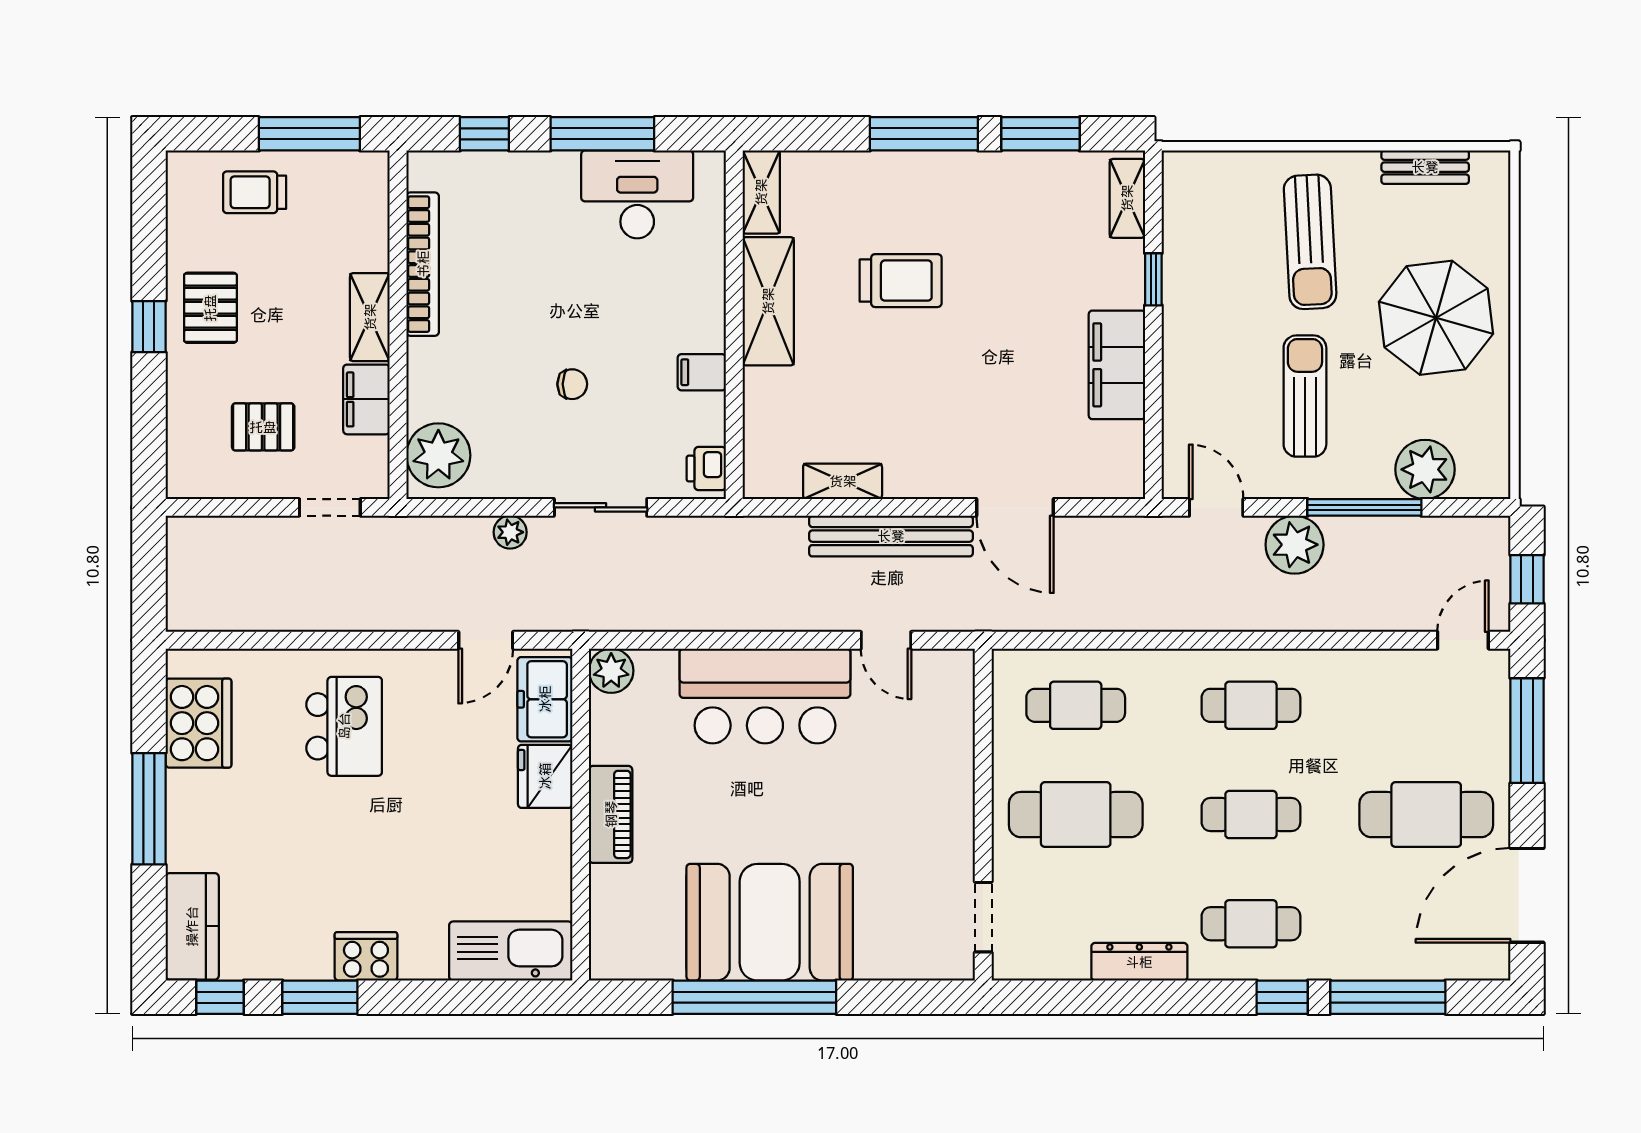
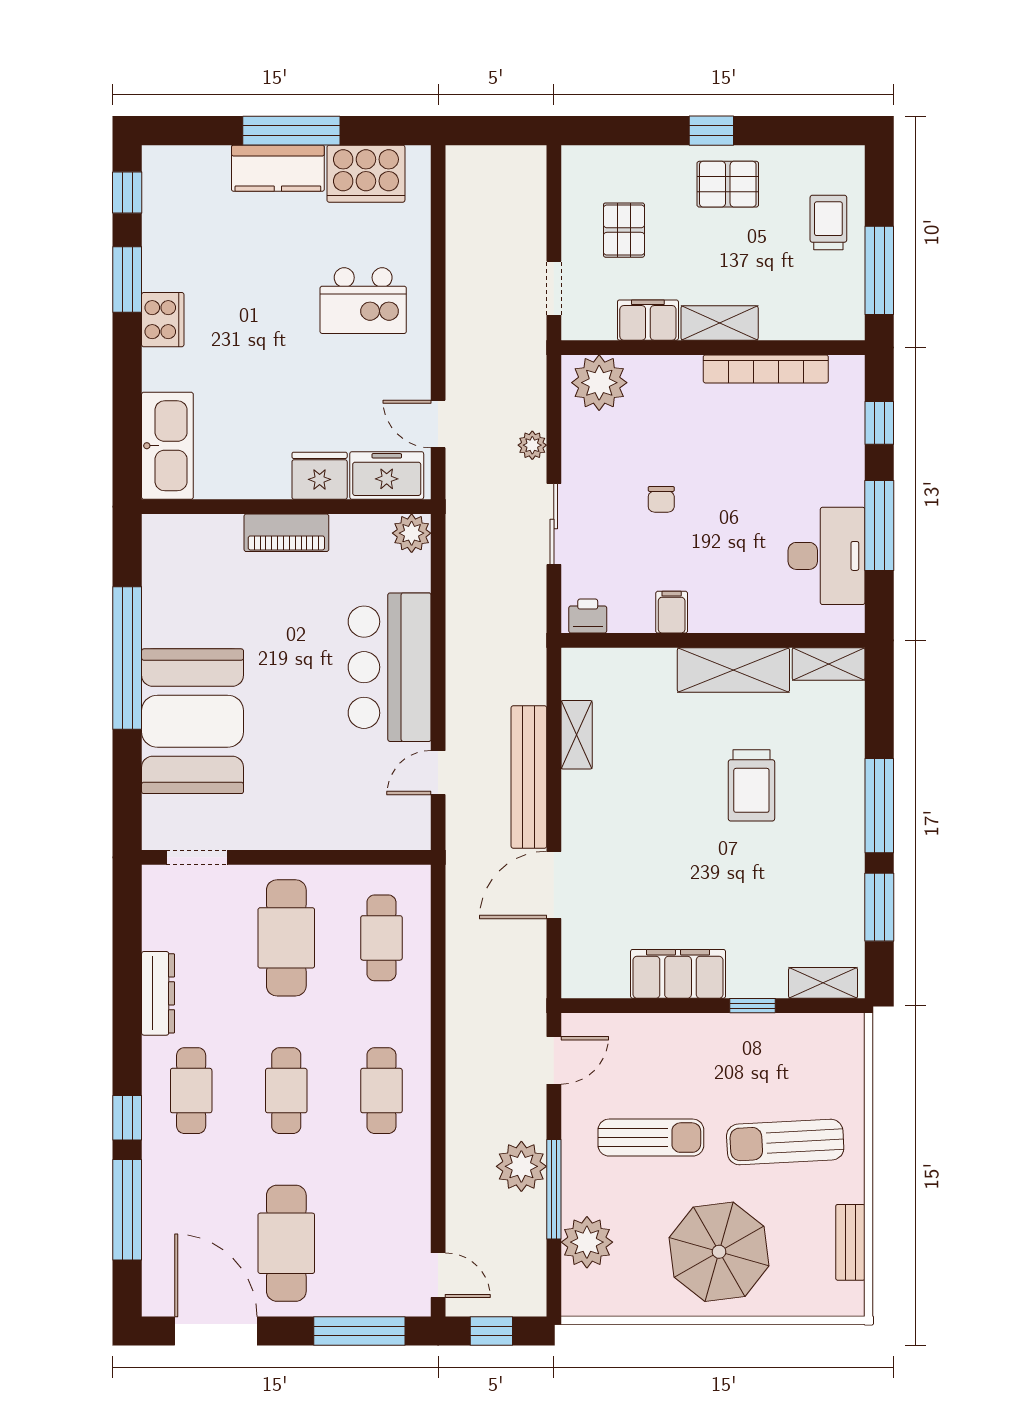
plant: (1295, 545) -> (521, 1166), moved
booth: (770, 922) -> (193, 721), moved
kitchen counter: (192, 926) -> (278, 168), moved

